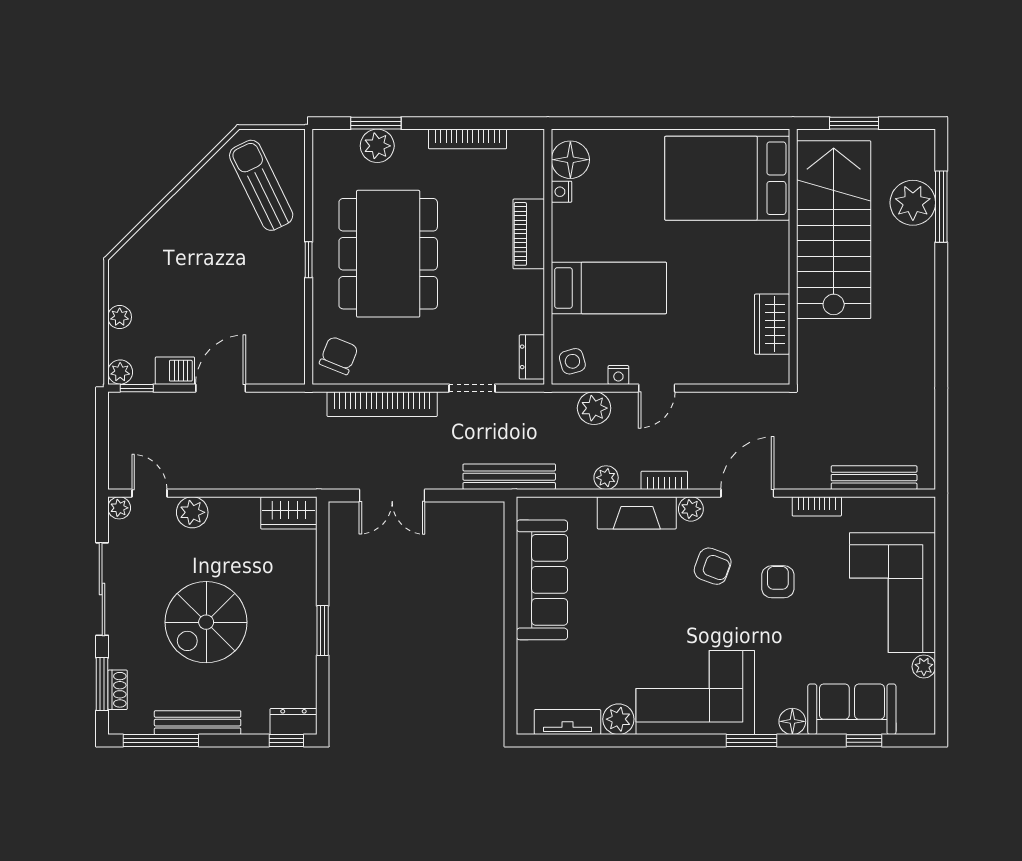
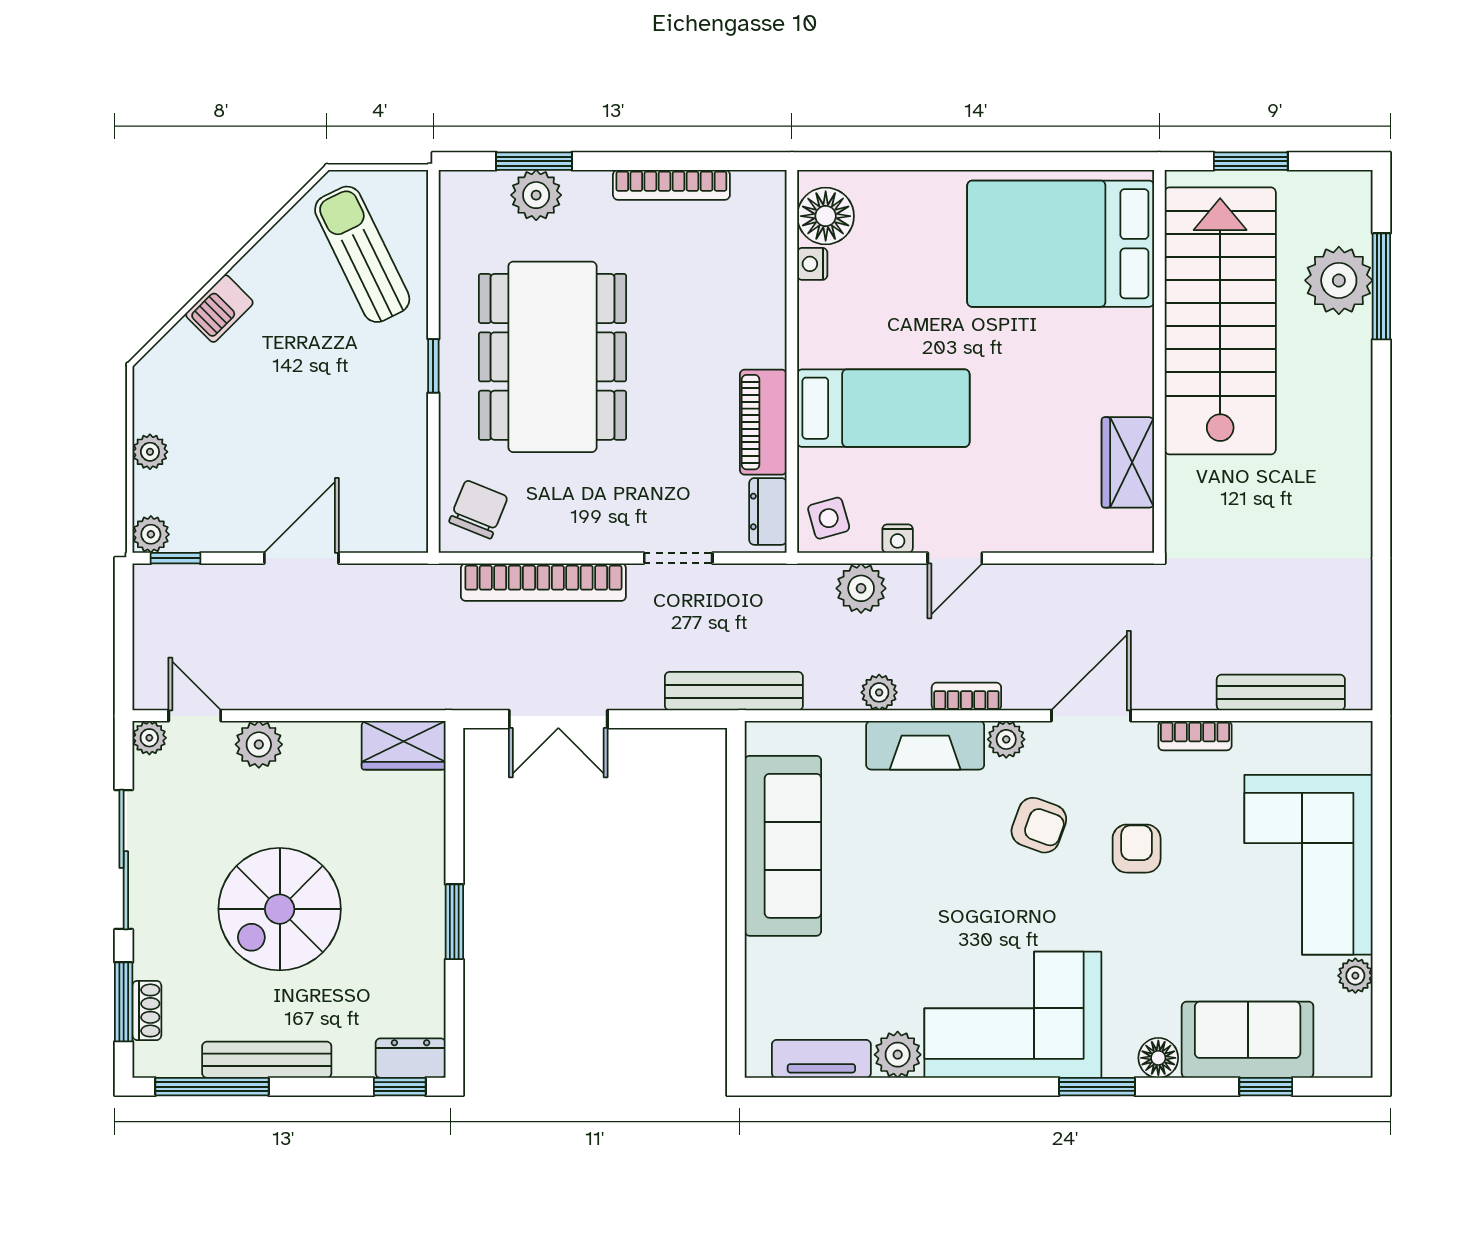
piano: (529, 234) -> (763, 422), moved
barbecue: (175, 371) -> (219, 309), moved, turned 135

